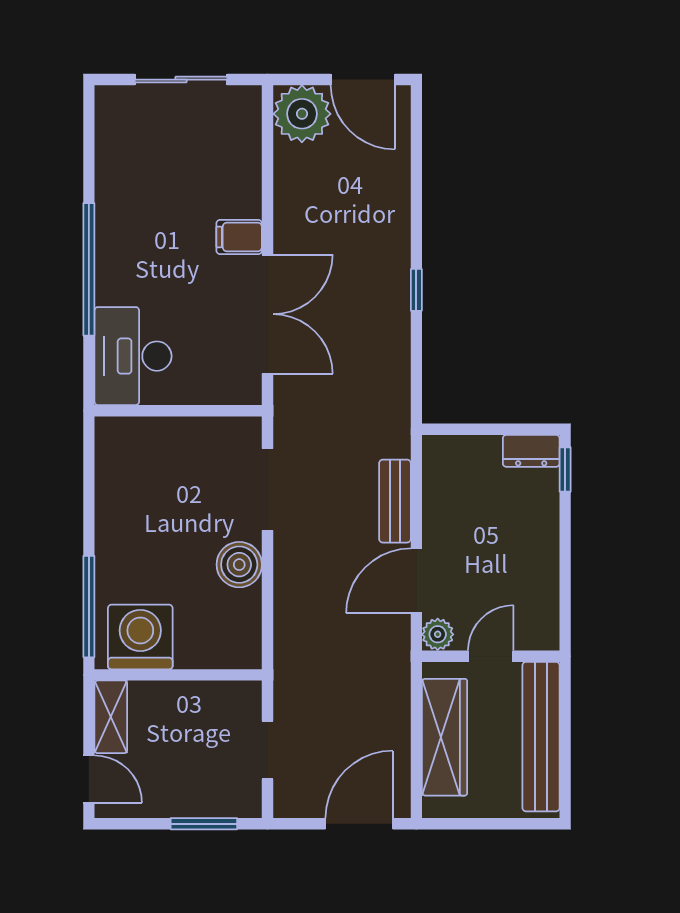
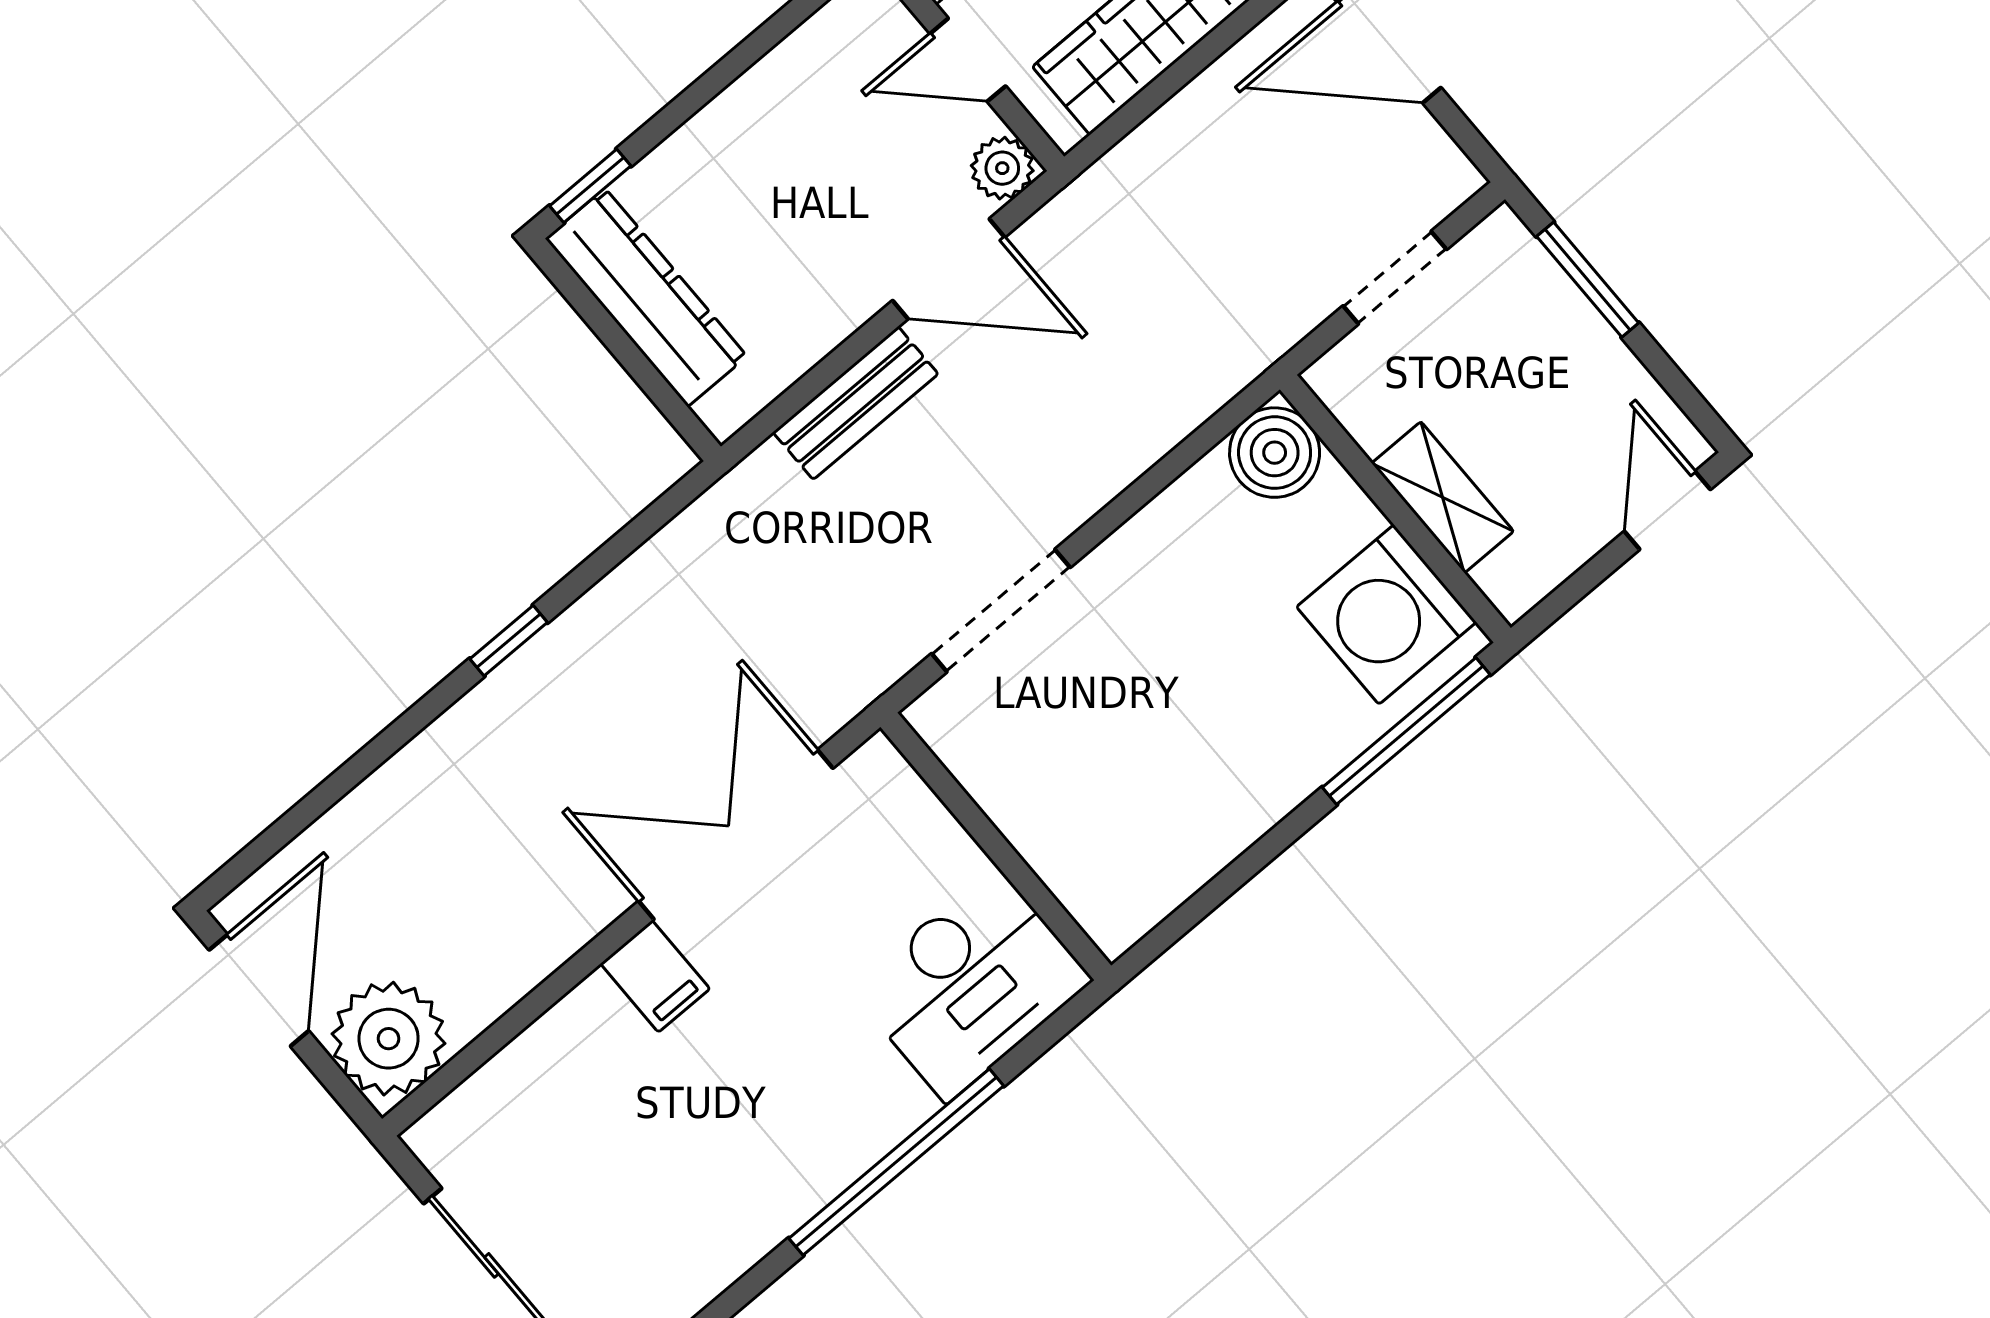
dresser: (531, 451) -> (646, 297), width x1.96, depth x1.24
boiler: (239, 565) -> (1275, 453), moved
shelving: (111, 717) -> (1443, 497), moved, turned 90

